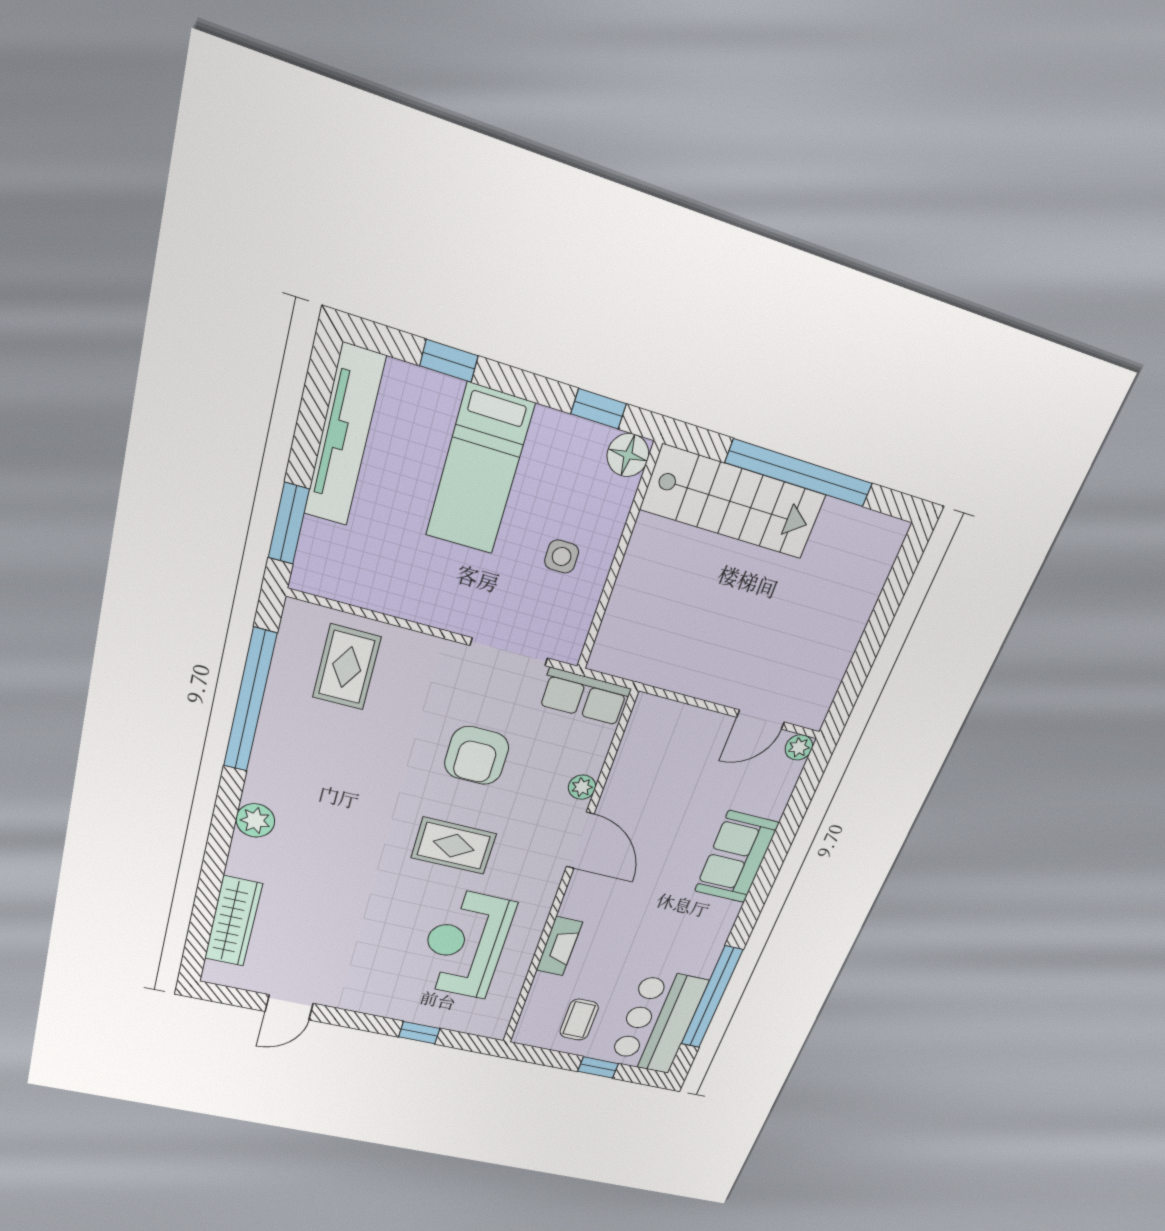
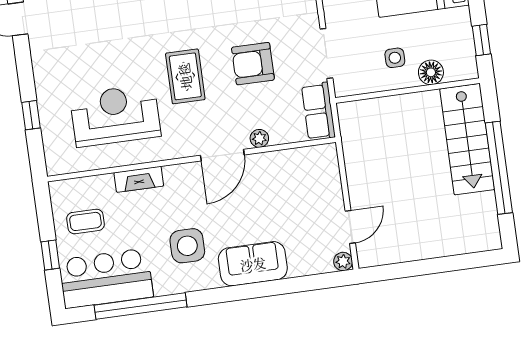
floor lamp: (628, 455) -> (431, 72), moved
door: (761, 720) -> (350, 227), swing flipped
side table: (671, 922) -> (187, 246), added

